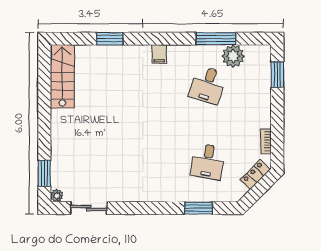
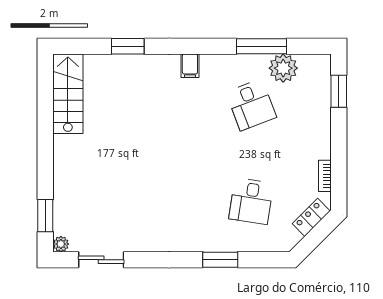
desk: (208, 85) -> (251, 105), turned -39
window: (198, 208) -> (220, 260), moved

